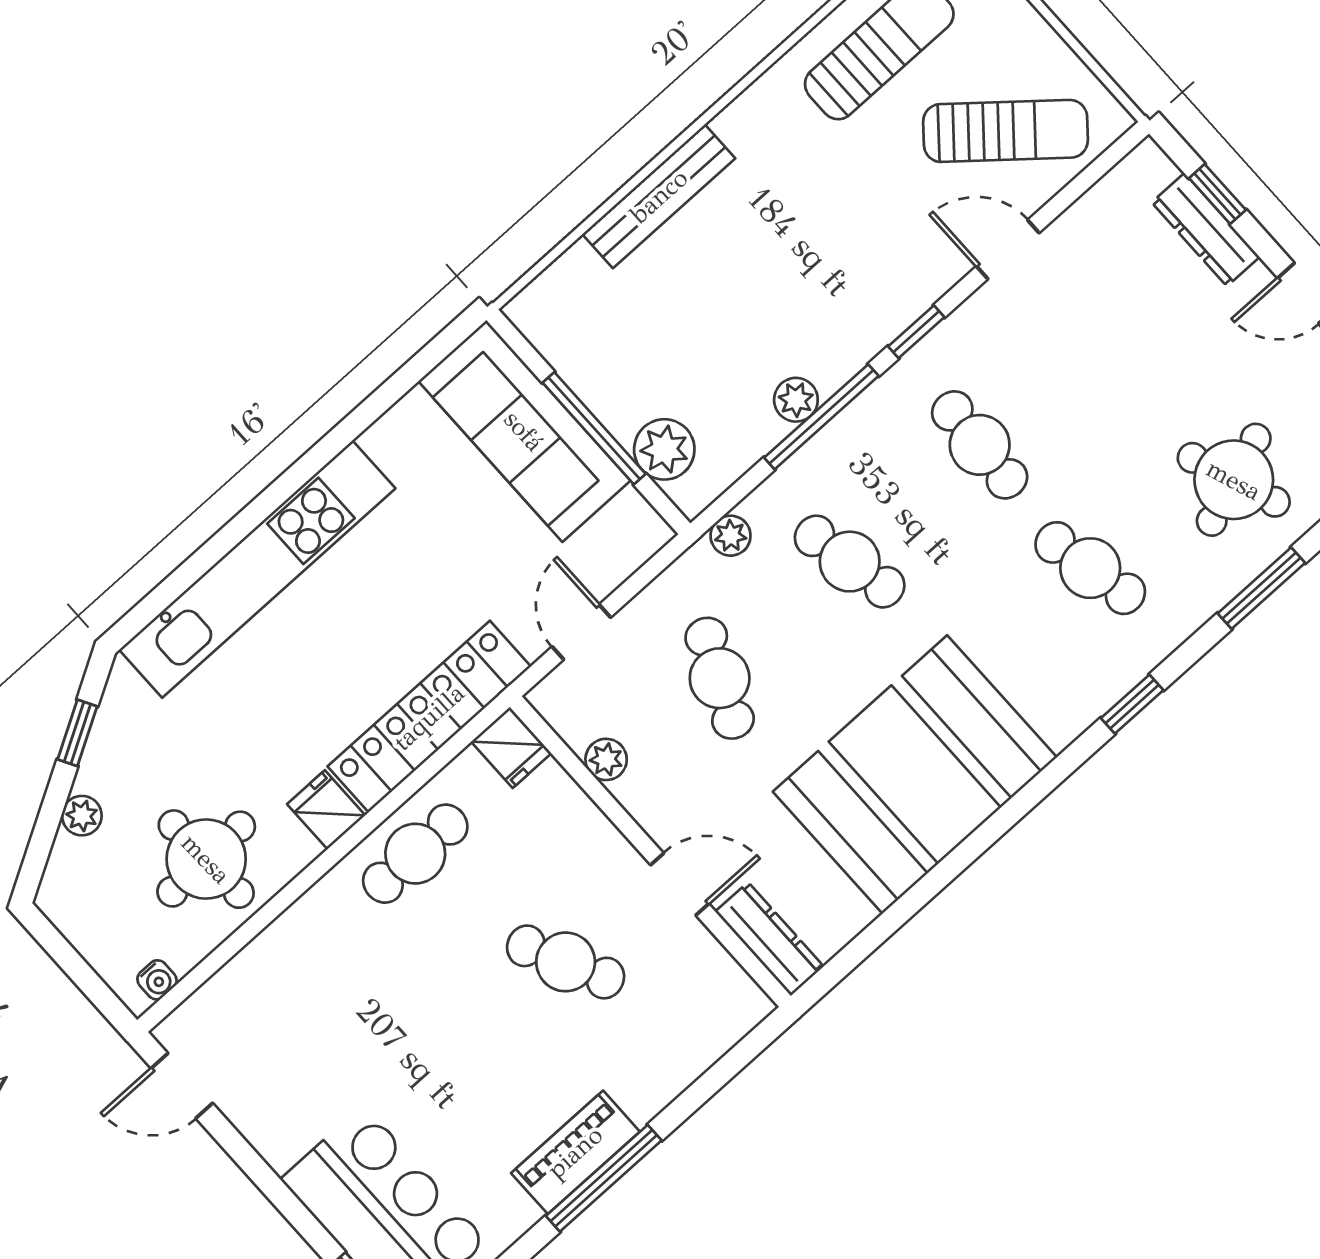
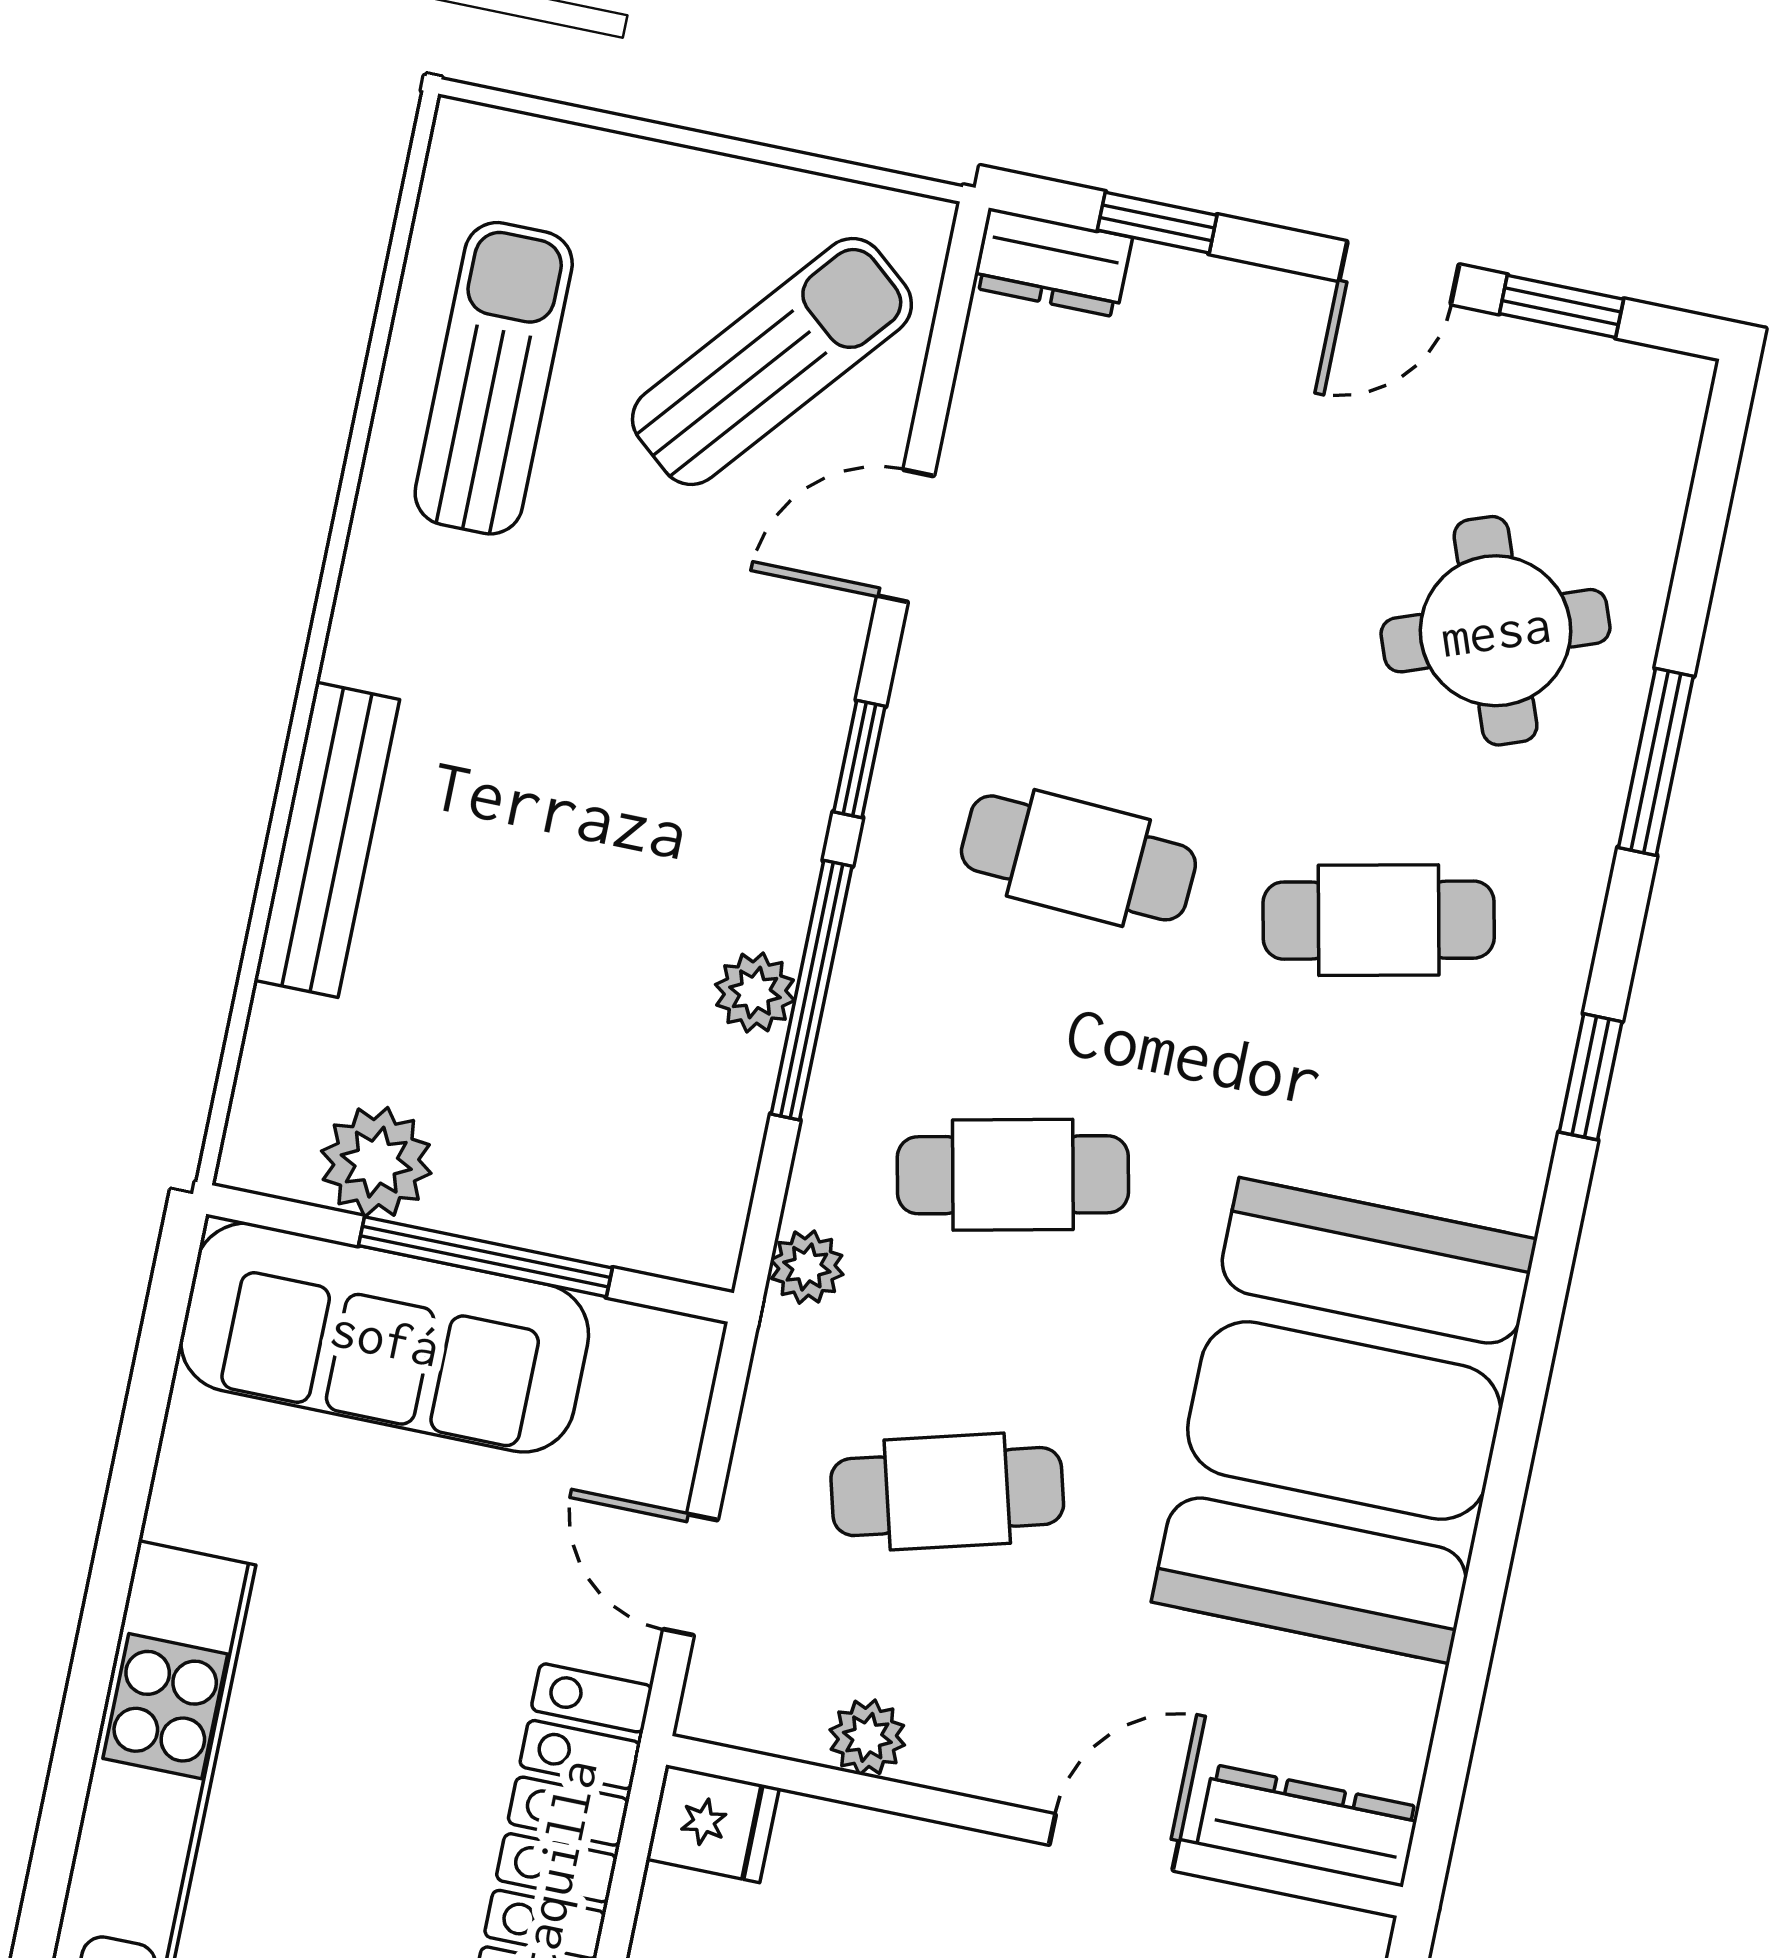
dresser: (1206, 230) -> (1053, 263), moved, width x0.70
plant: (664, 449) -> (376, 1162), moved
cafe table: (720, 678) -> (947, 1492), turned -39

